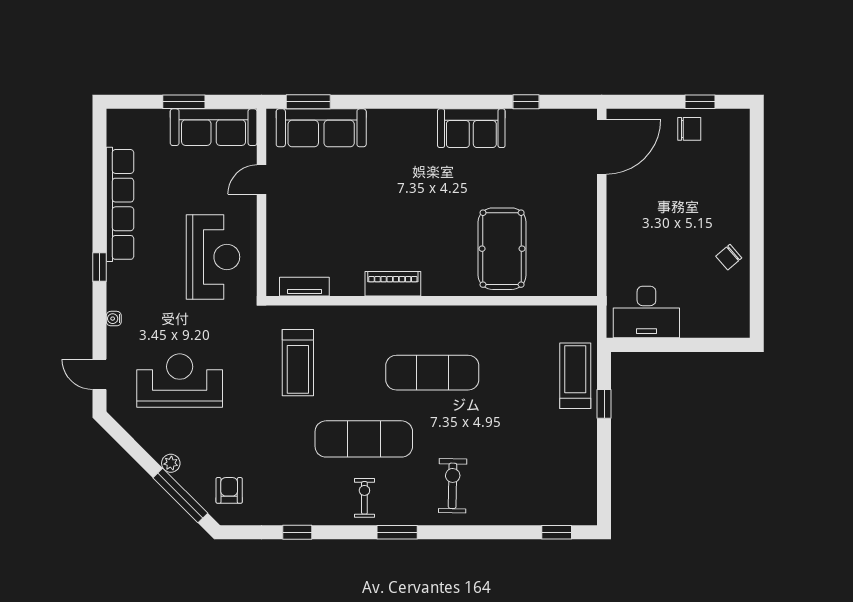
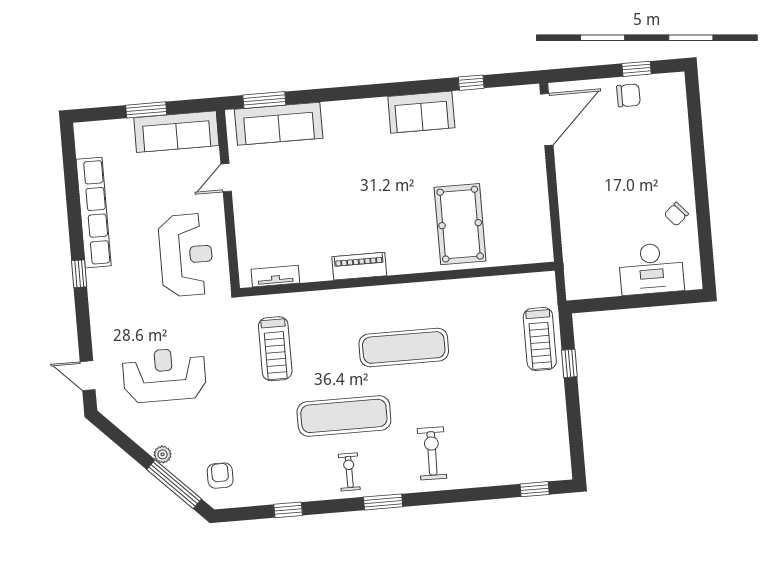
desk: (646, 312) -> (651, 269), moved
water cooler: (114, 319) -> (97, 322), removed
treadmill: (575, 376) -> (540, 339), turned 180

